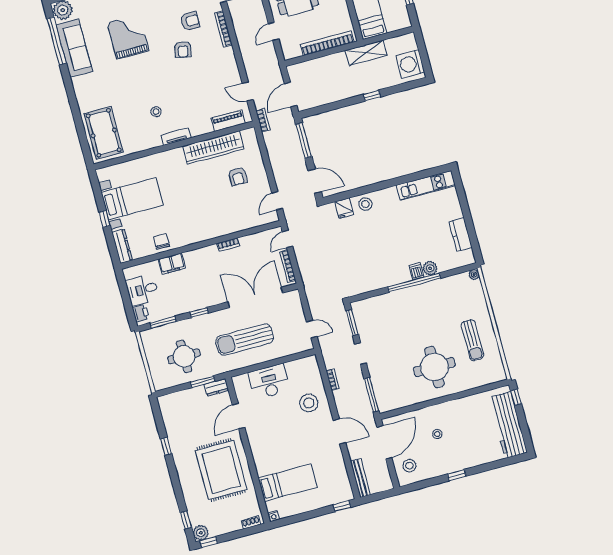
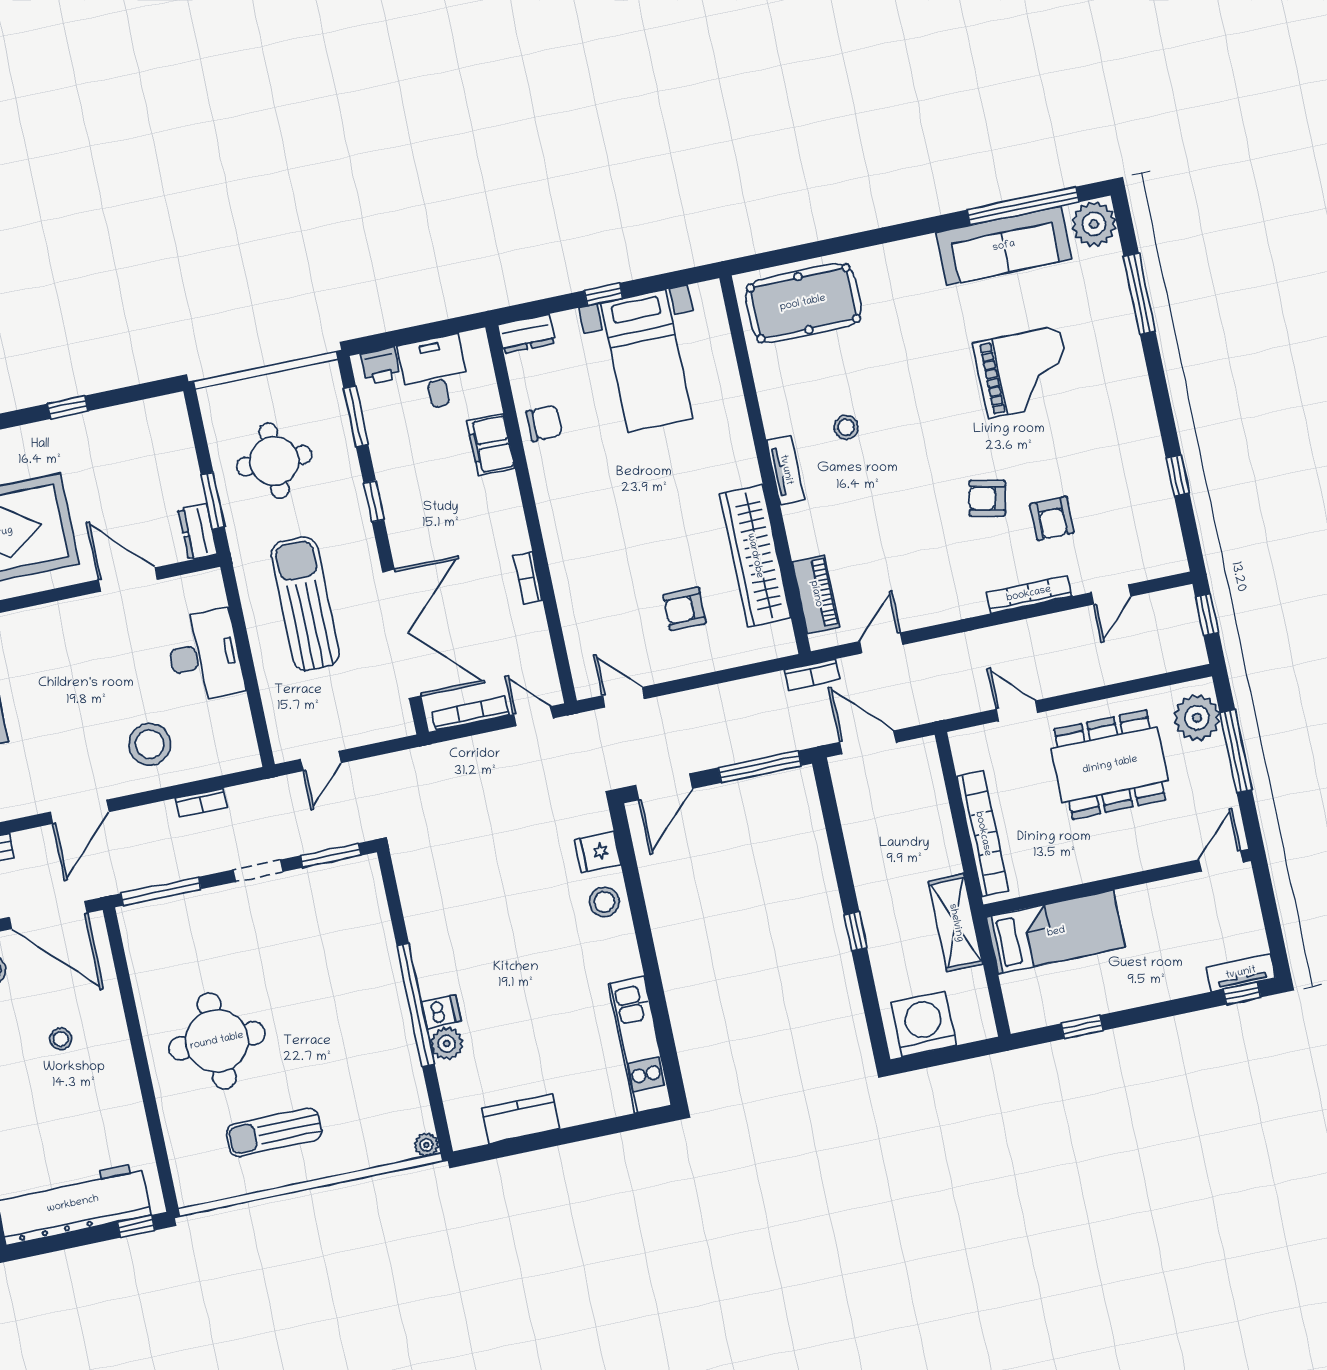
dresser: (122, 246) -> (527, 334), width x0.70

